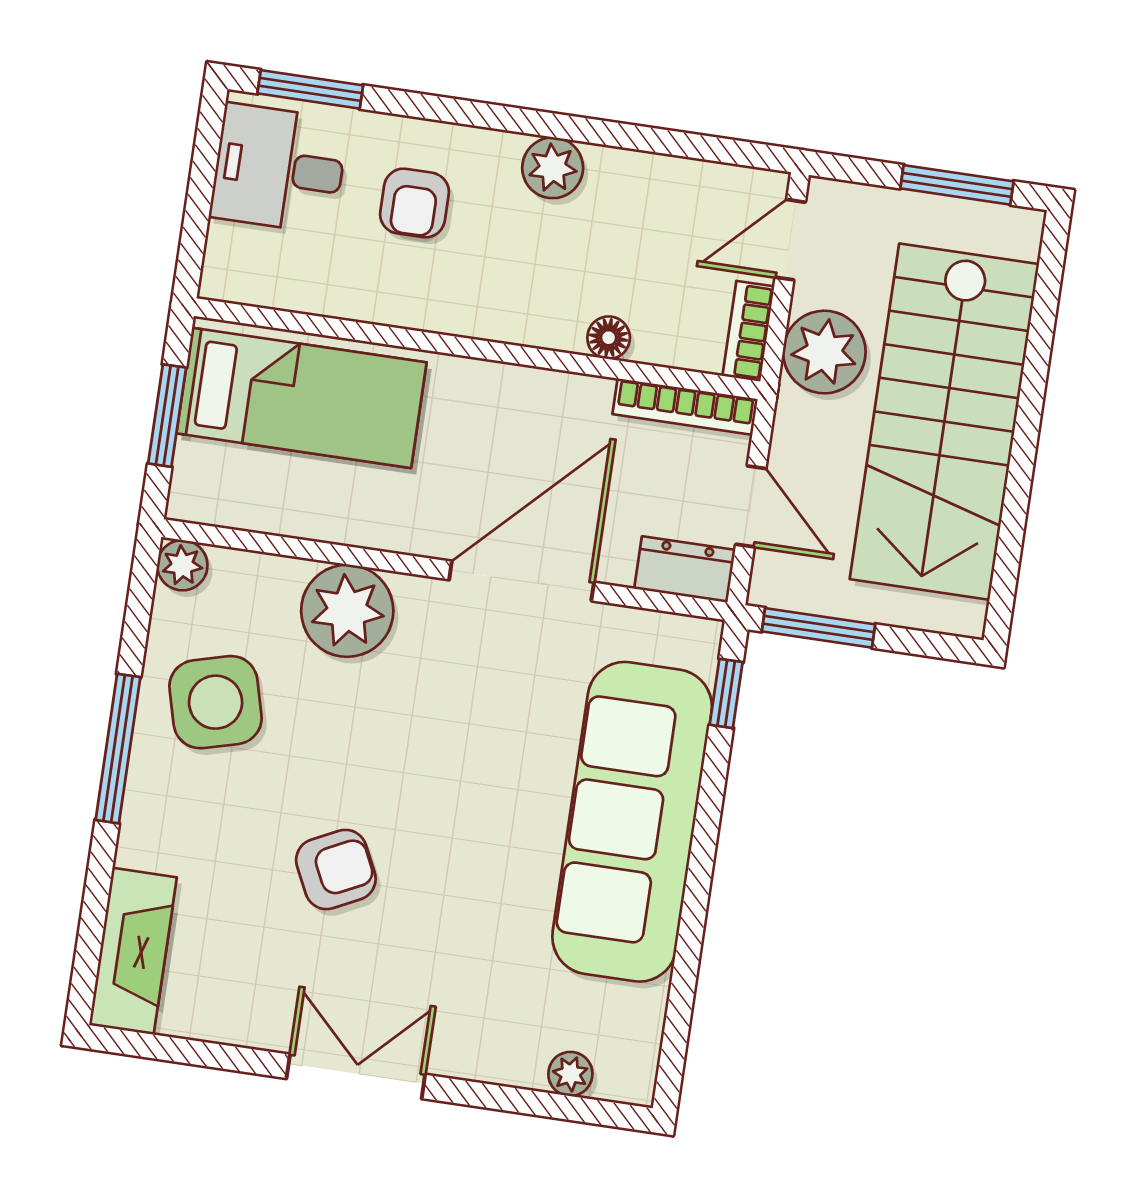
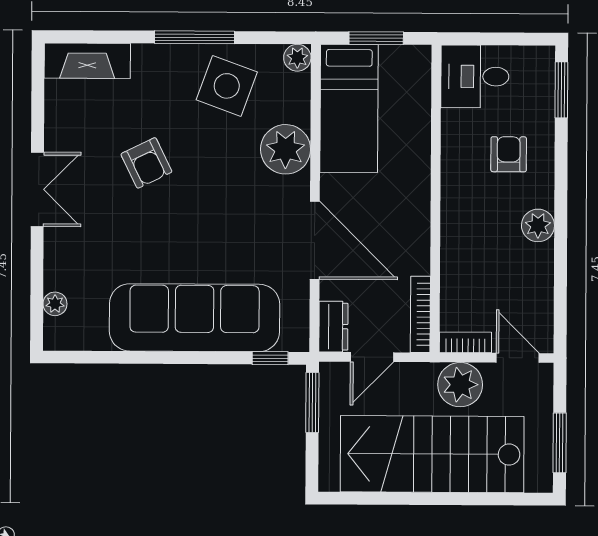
desk: (279, 168) -> (475, 76), moved, turned -90
armchair: (414, 203) -> (509, 154), turned 90
floor lamp: (609, 338) -> (451, 268), removed
bed: (302, 398) -> (349, 108), moved
side table: (216, 702) -> (227, 86), turned 35

